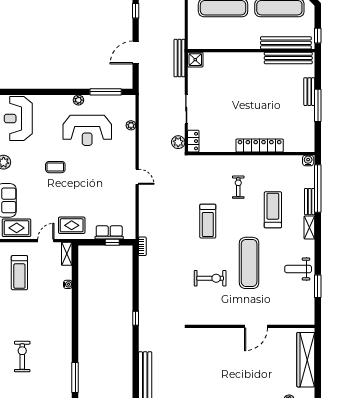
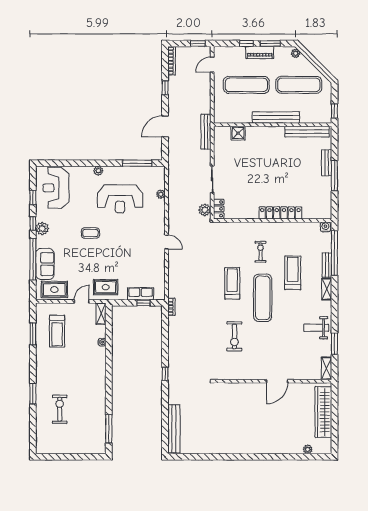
bench: (286, 43) -> (276, 118), moved
shower: (195, 60) -> (238, 133), moved
plant: (78, 100) -> (98, 171), moved
treadmill: (208, 221) -> (232, 283), turned 180
exercise mat: (249, 263) -> (263, 298), moved
exercise bike: (210, 278) -> (234, 336), turned 90
shelving: (309, 313) -> (326, 368), added

